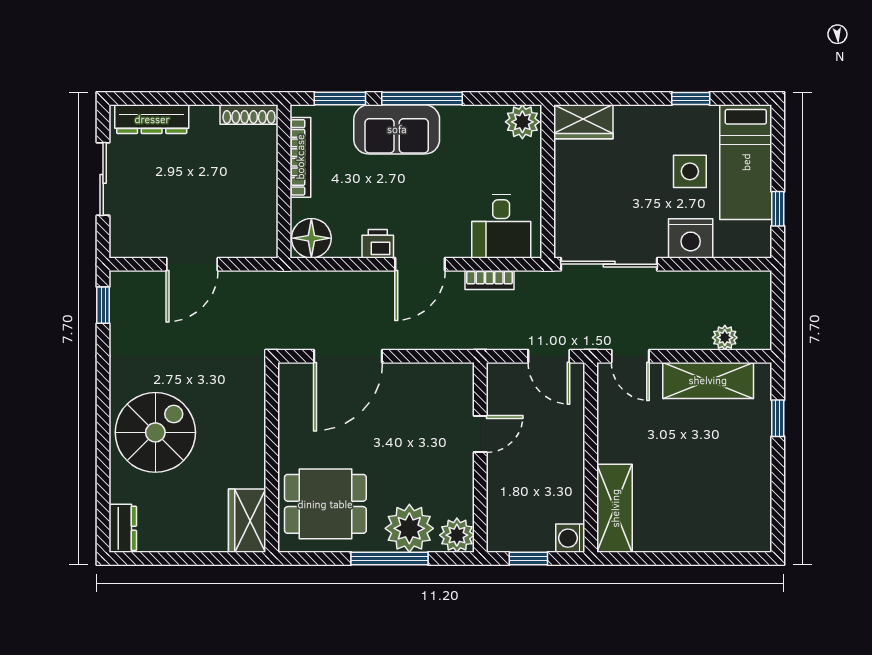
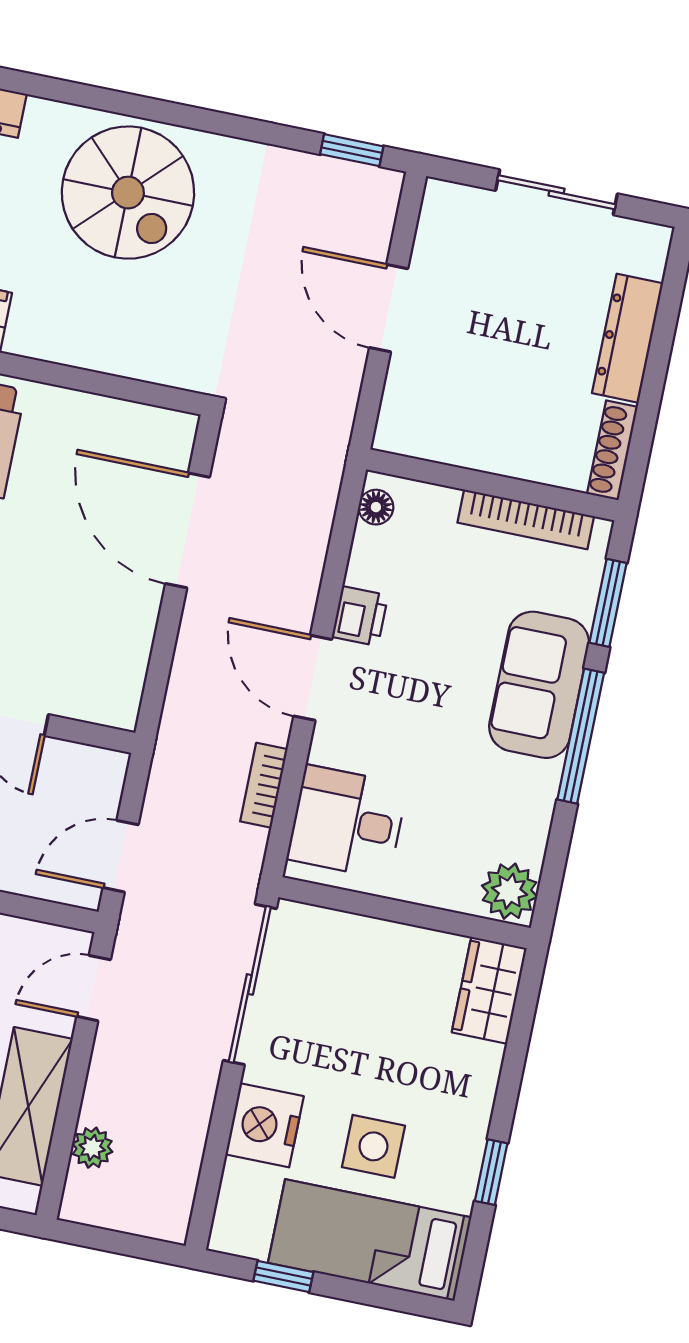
dresser: (152, 119) -> (628, 338), moved
floor lamp: (311, 238) -> (376, 507), width x0.53, depth x0.53

